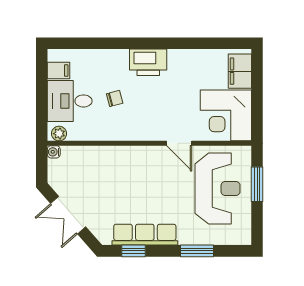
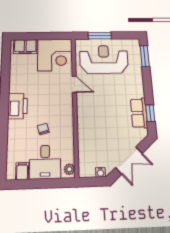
door: (179, 143) -> (74, 84), hinge flipped
water cooler: (54, 152) -> (100, 172), moved
row of seats: (145, 235) -> (139, 113), width x0.68
window: (197, 251) -> (145, 56), moved

